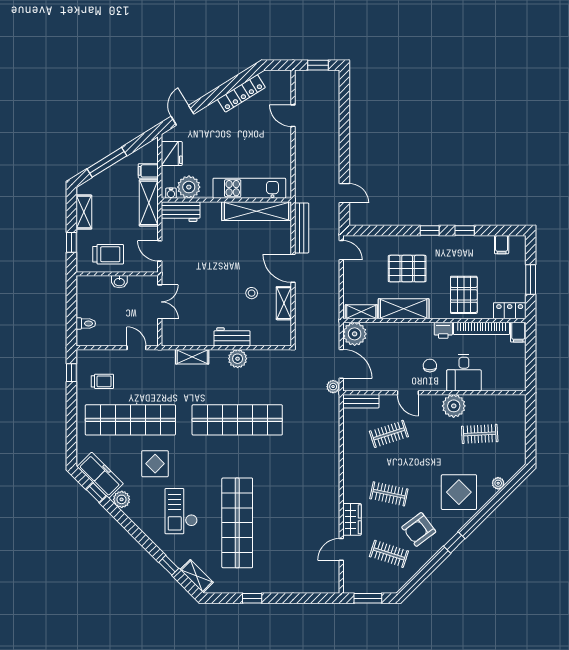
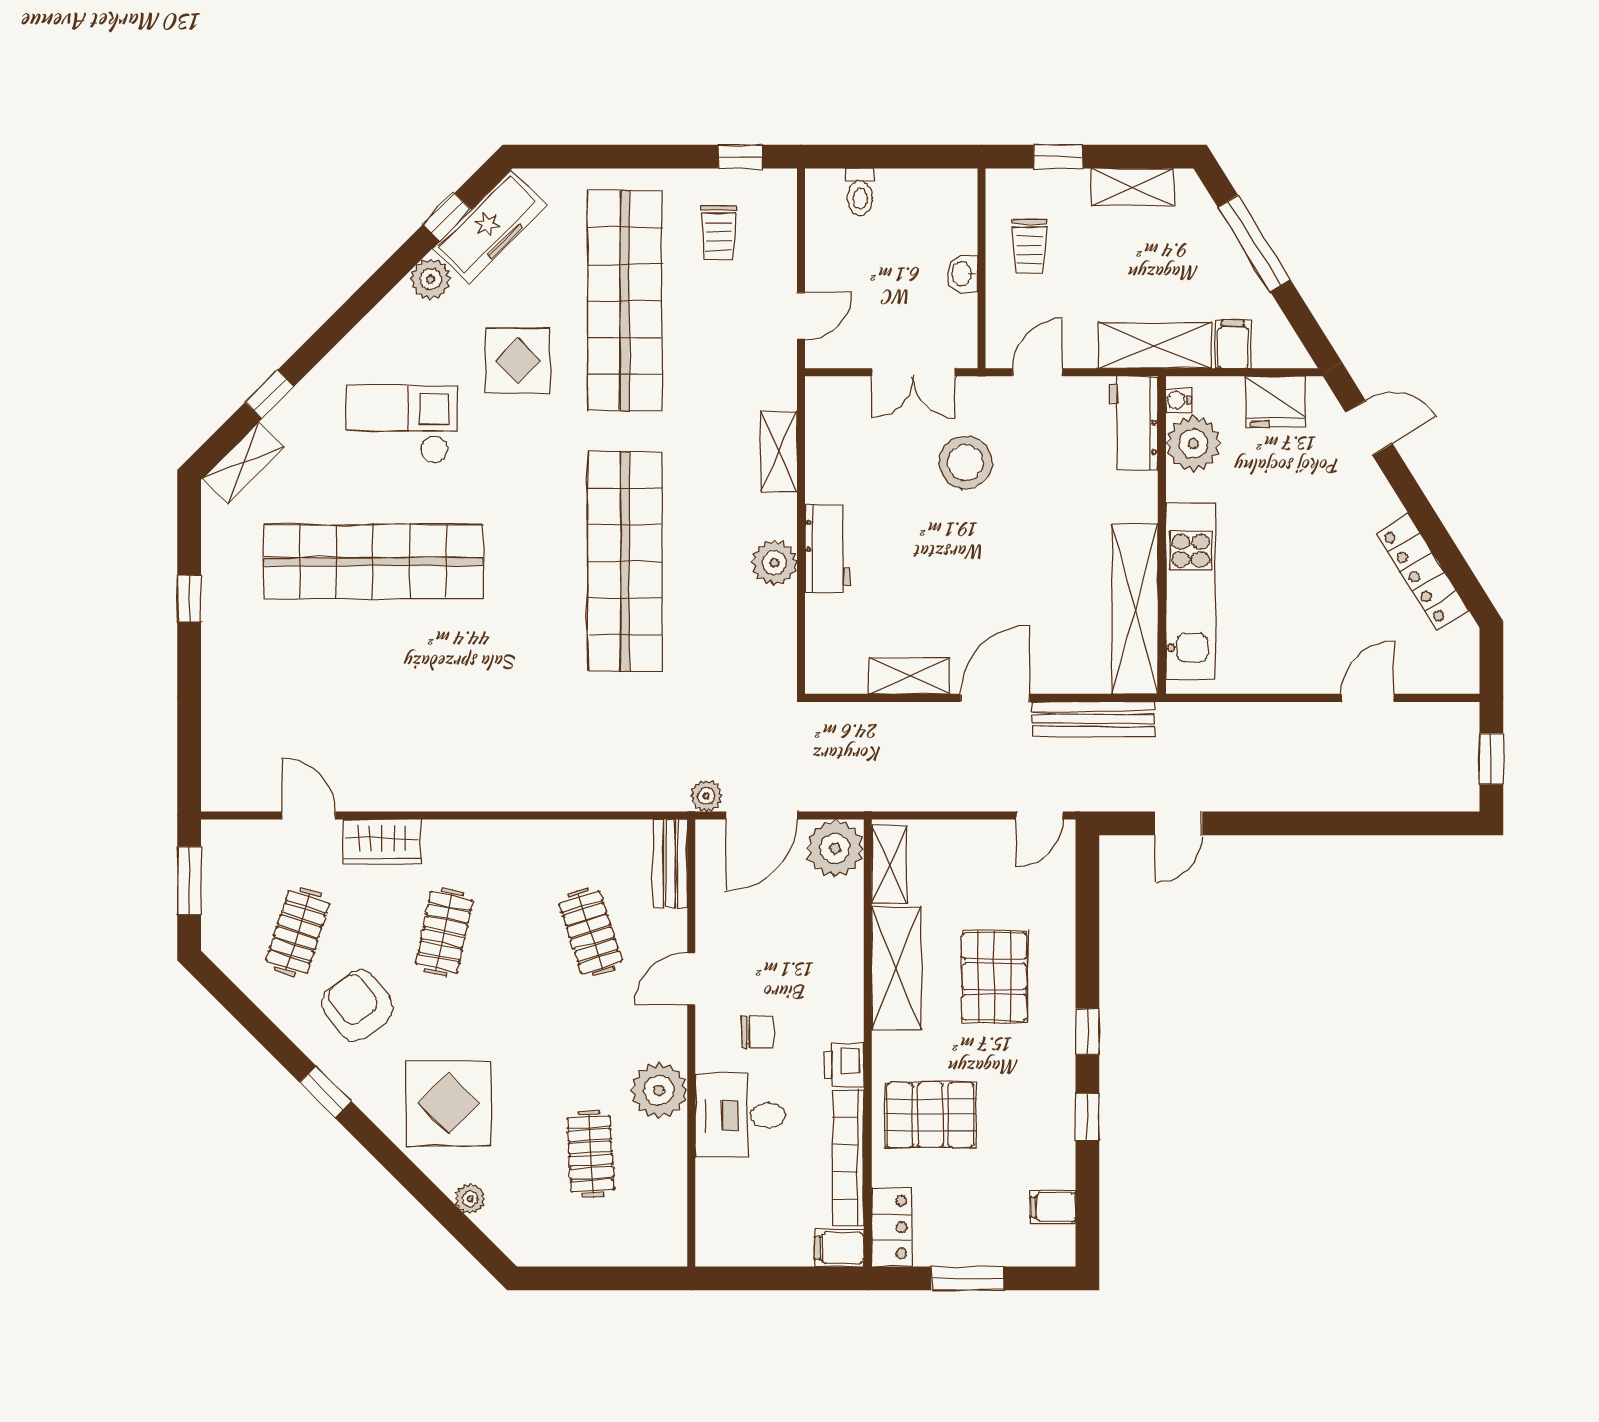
trolley: (108, 254) -> (1029, 246), width x0.73, depth x0.72
stool: (252, 293) -> (965, 463), moved, width x1.89, depth x1.89

